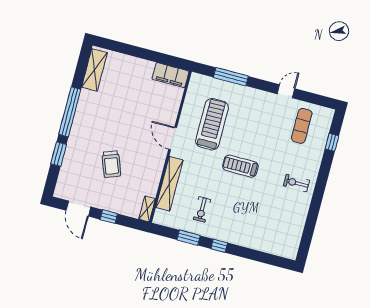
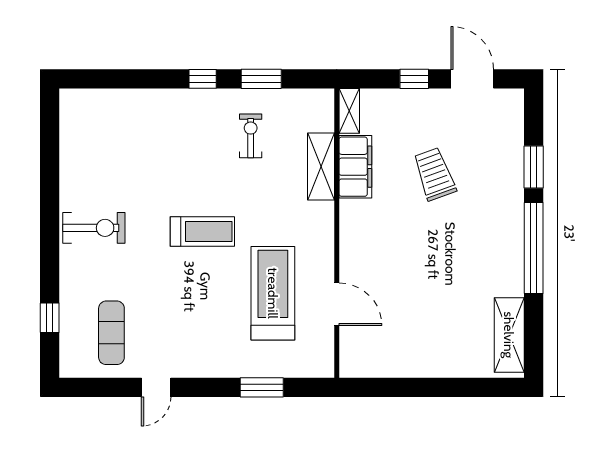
filing cabinet: (171, 75) -> (355, 167), moved, turned 90
window: (231, 77) -> (262, 387), width x0.69
treadmill: (212, 124) -> (273, 293), turned 180
door: (173, 138) -> (337, 304), moved
exercise bike: (296, 183) -> (94, 228), width x1.38, depth x1.39
shelving: (170, 184) -> (321, 167), width x0.68

